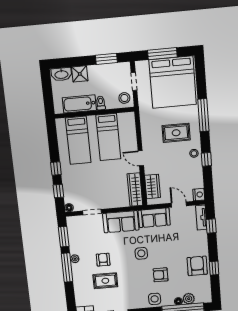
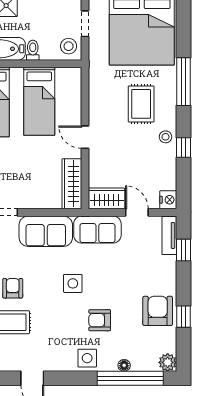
rug: (176, 133) -> (141, 104), turned 90
wardrobe: (152, 186) -> (107, 198), moved, turned -90
plant: (189, 299) -> (168, 362), moved

